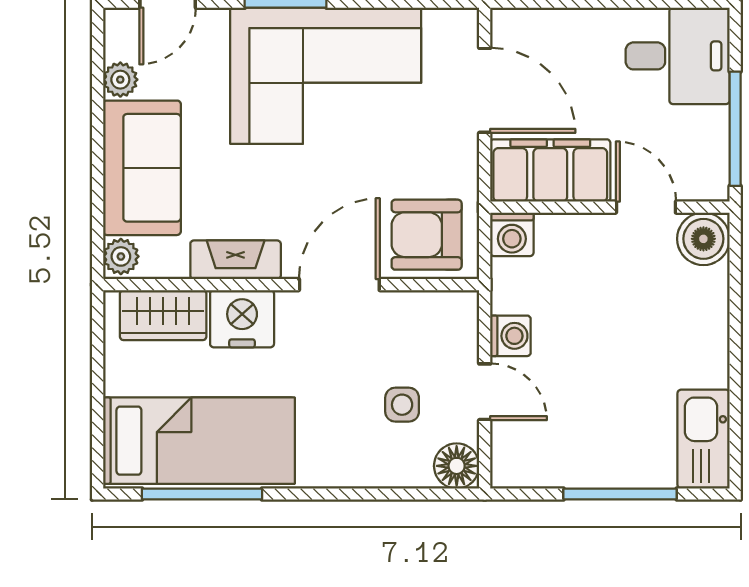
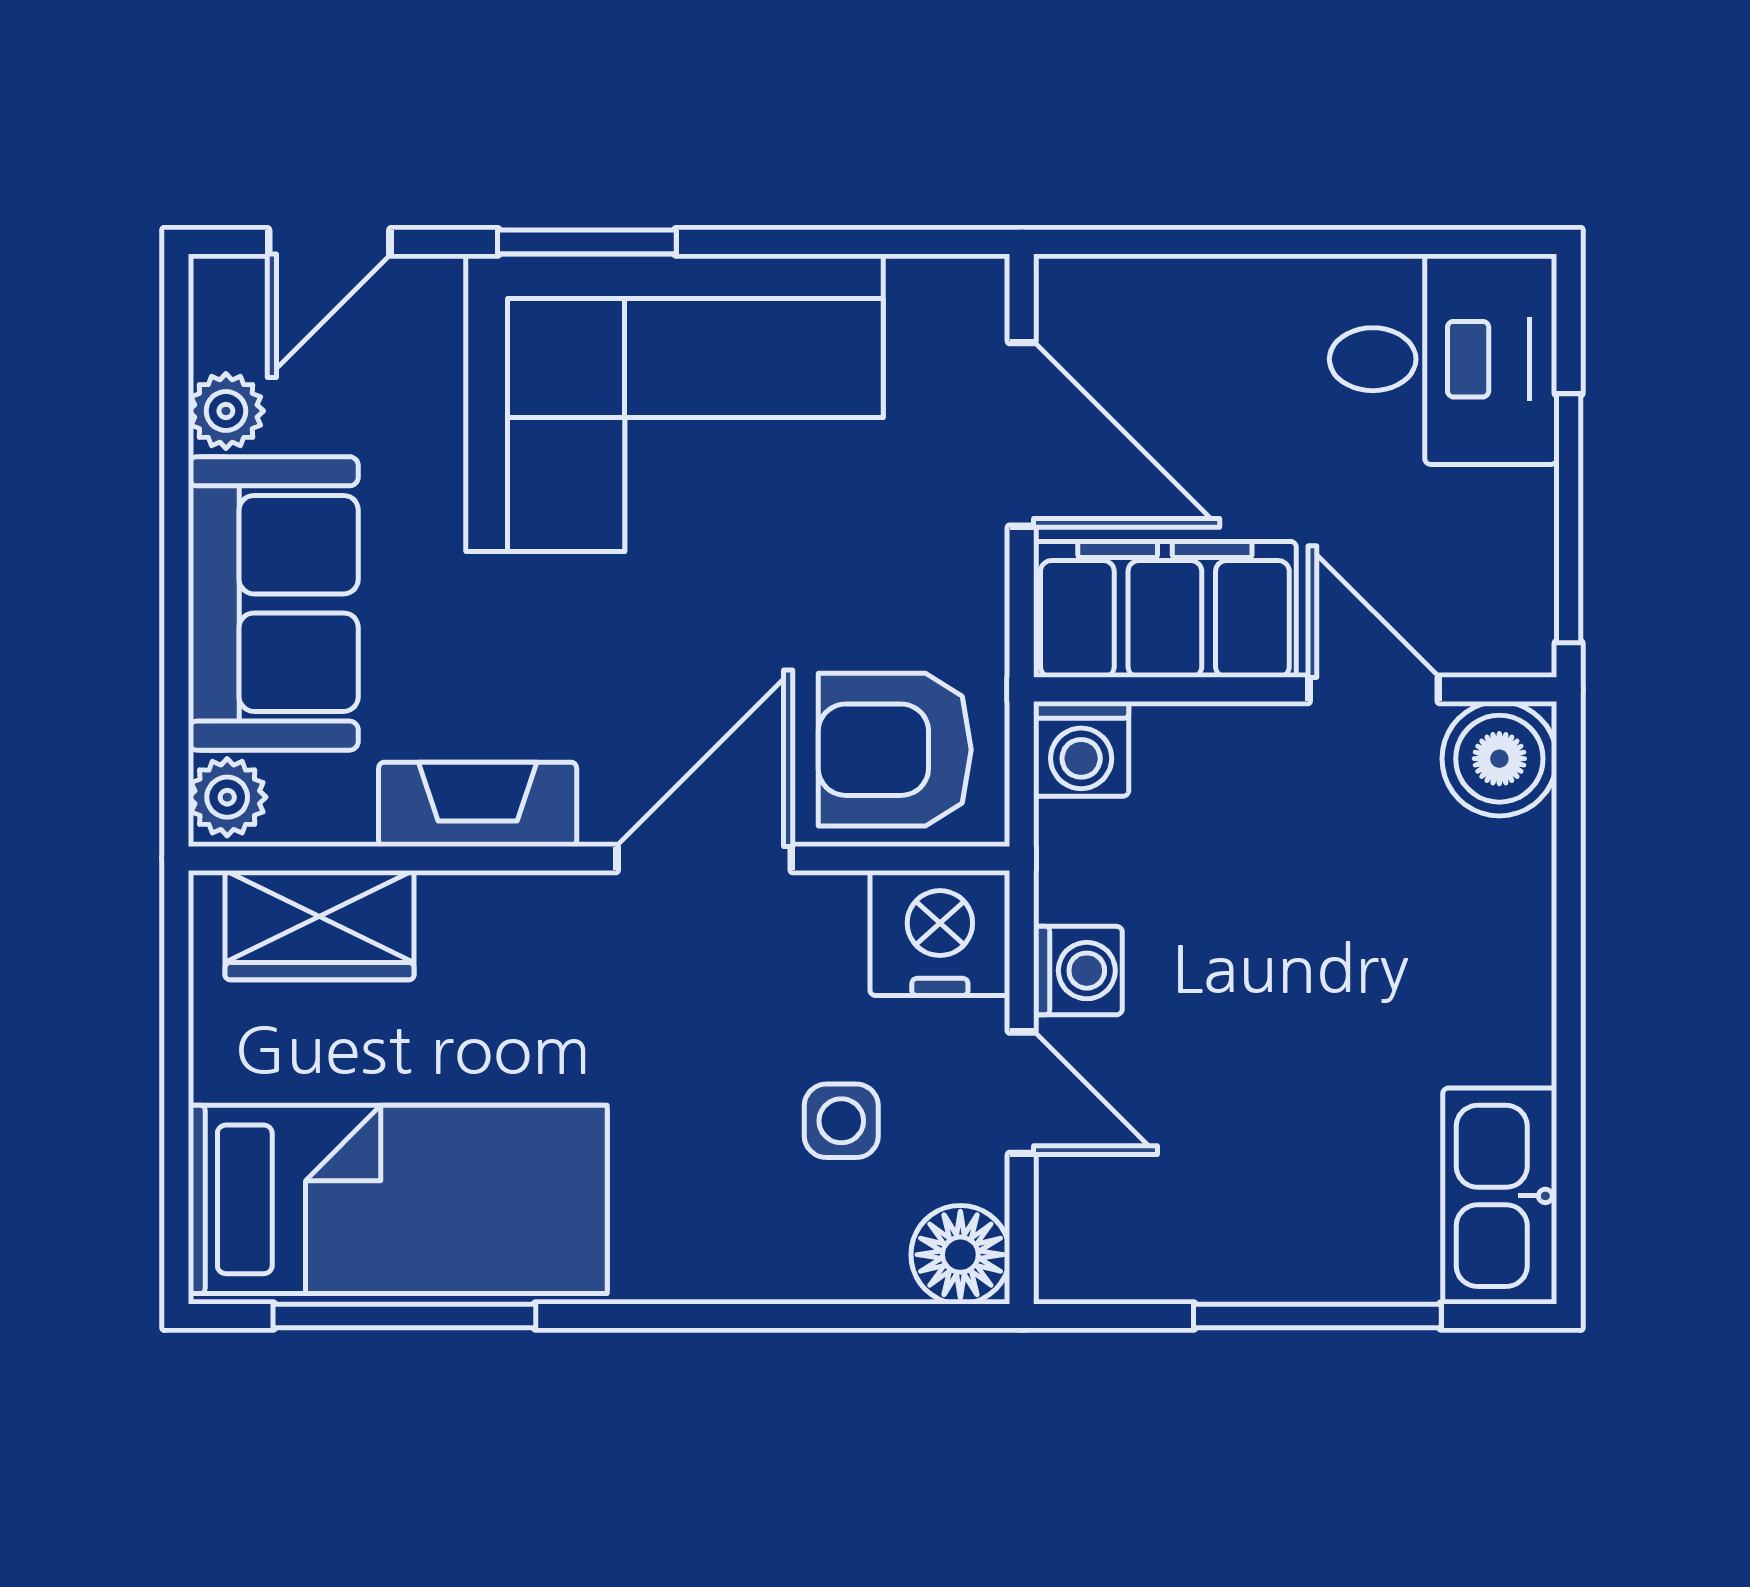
nightstand: (242, 319) -> (940, 933), moved

